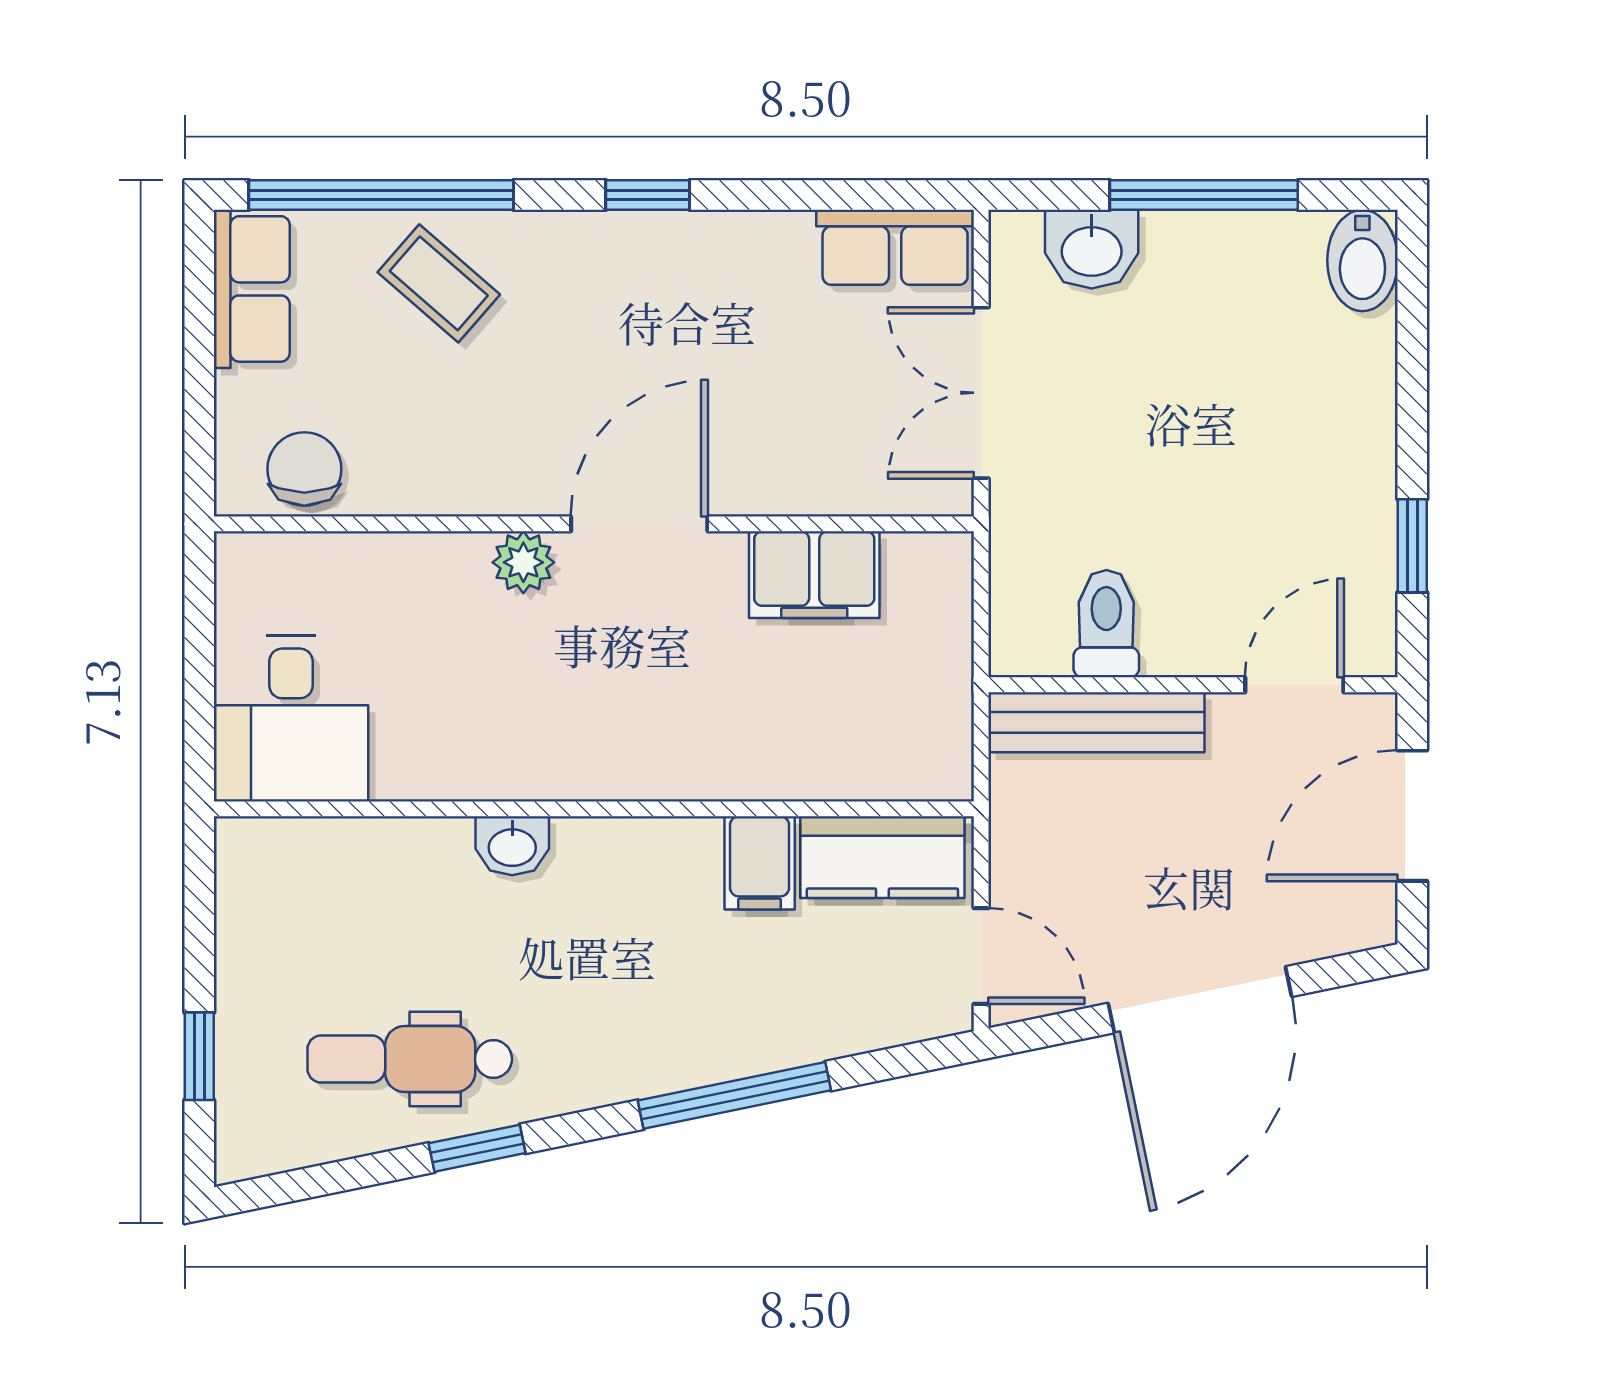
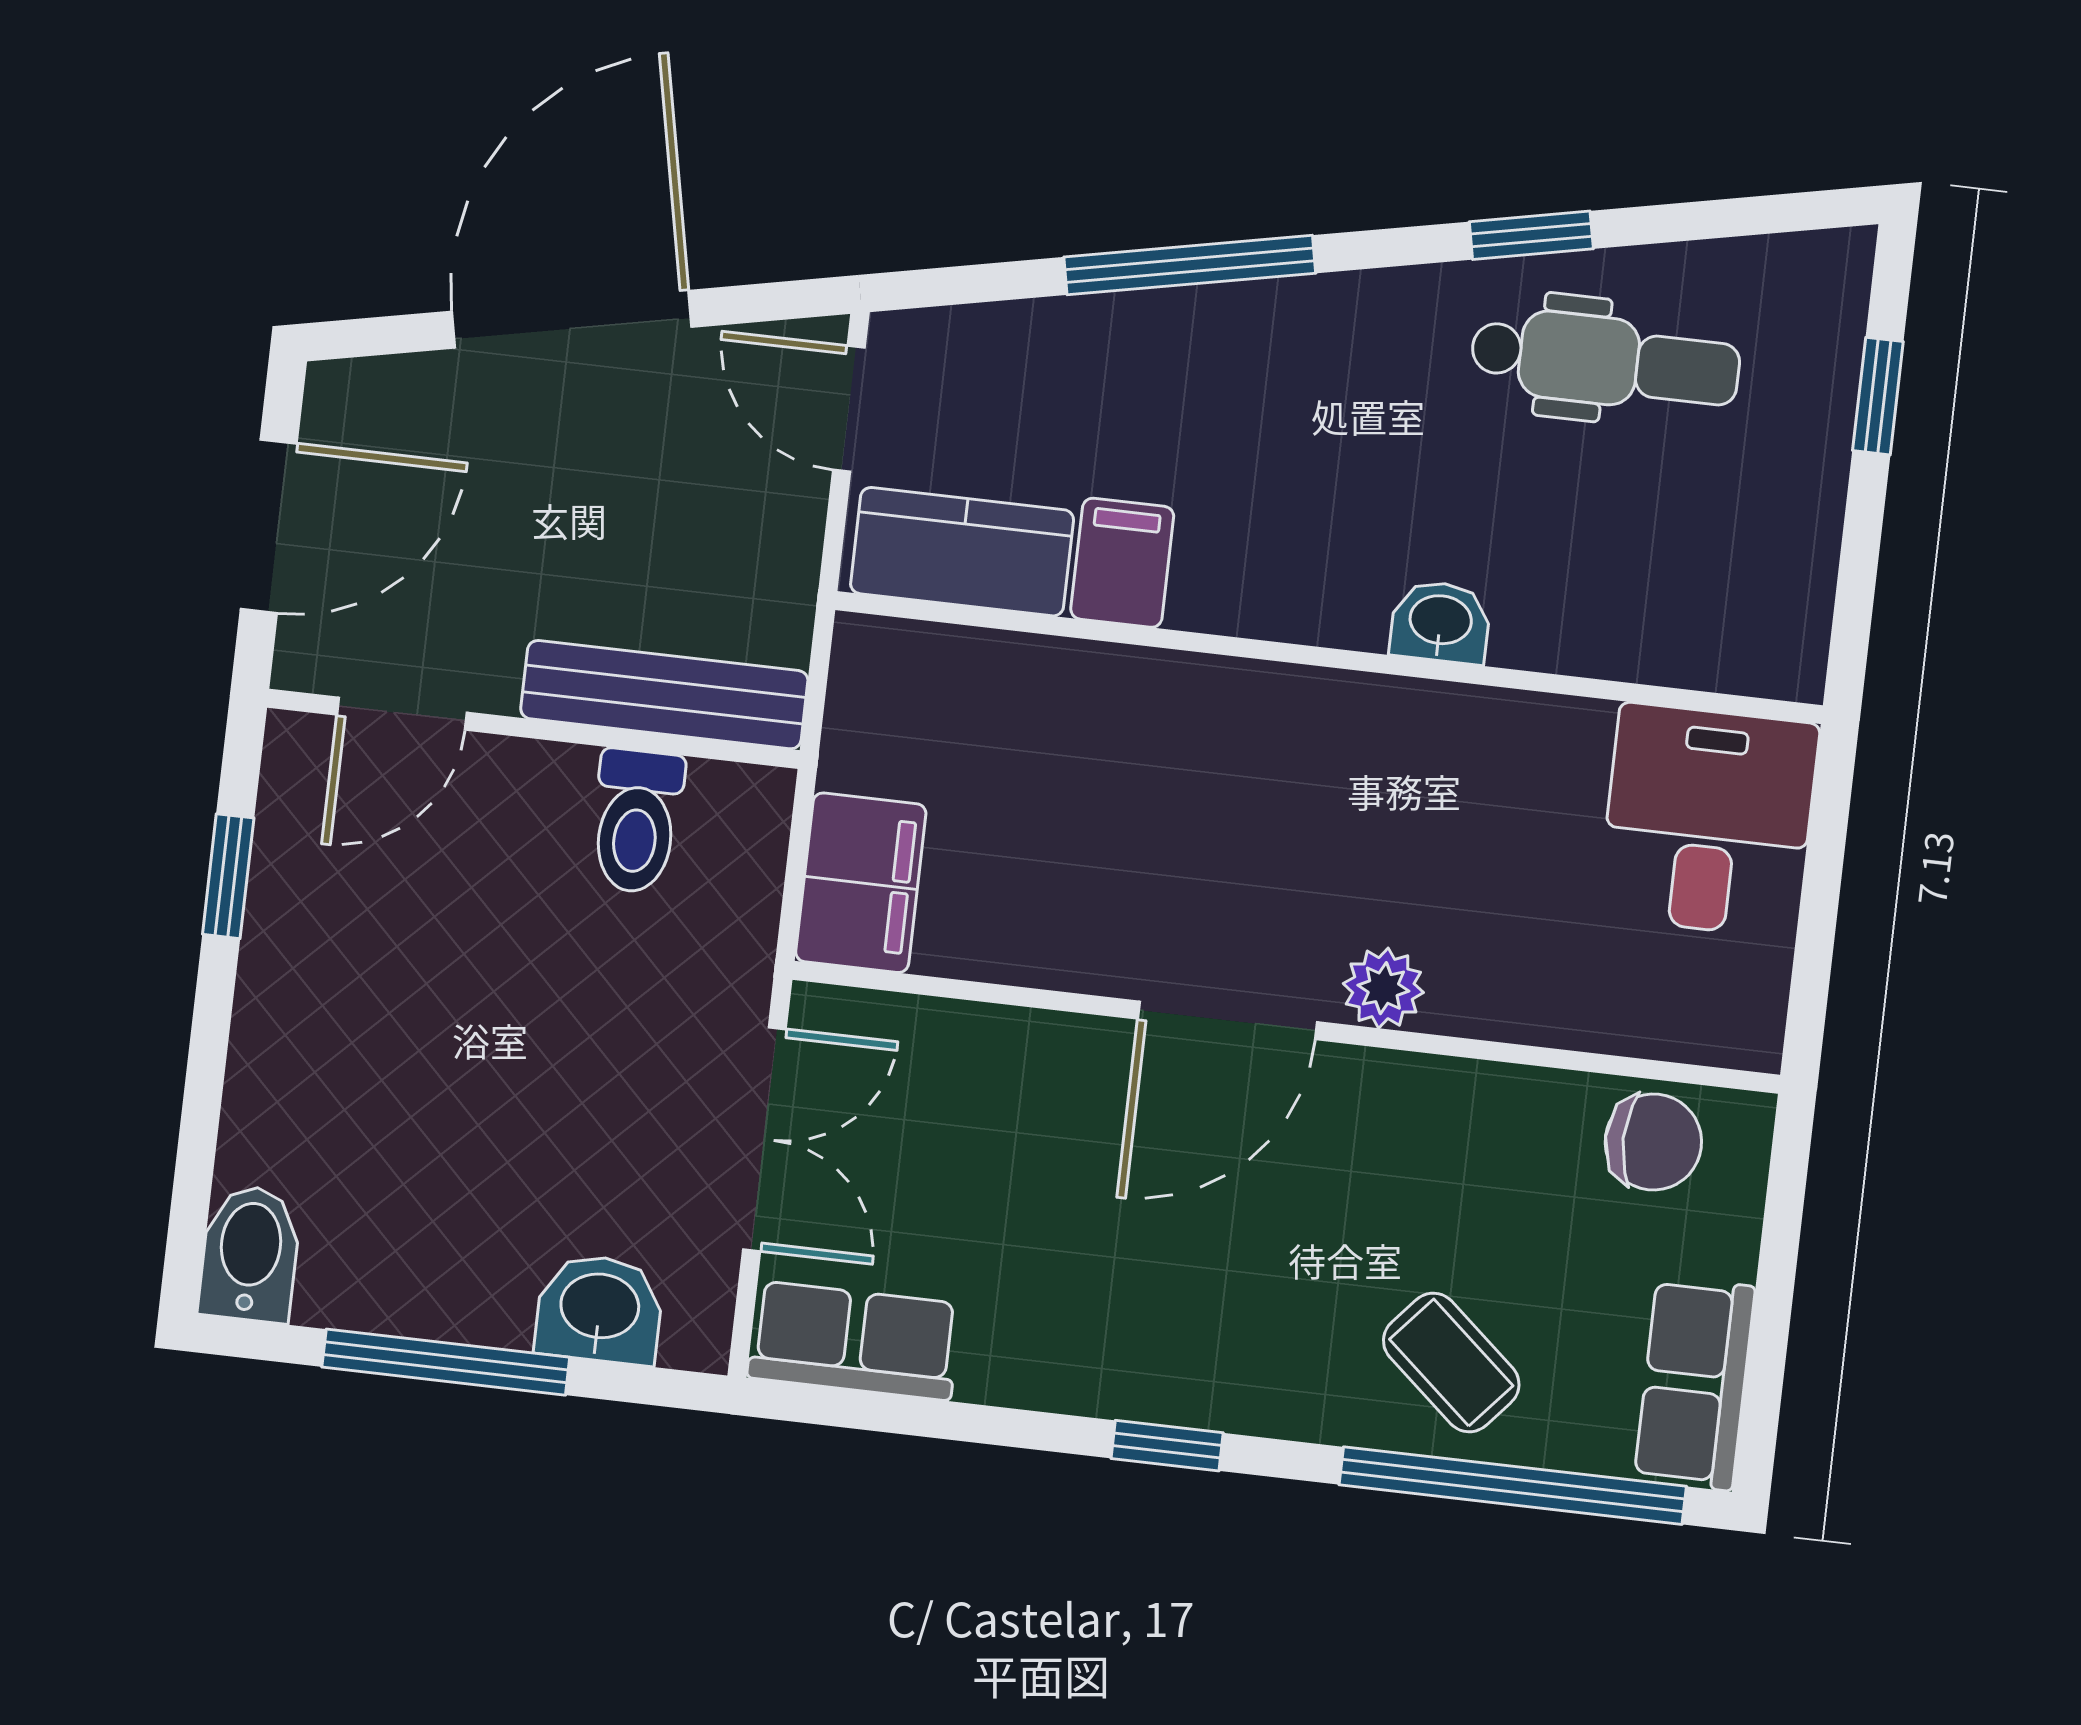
chair: (304, 469) -> (1653, 1142), turned -90
filing cabinet: (814, 575) -> (861, 883), moved, turned 90

